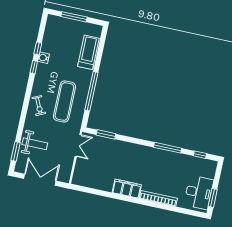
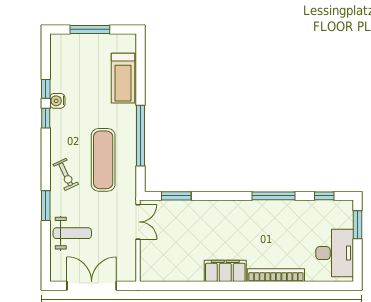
treadmill: (88, 52) -> (123, 78), turned 180
window: (16, 151) -> (46, 206), moved
window: (213, 198) -> (358, 225), moved

